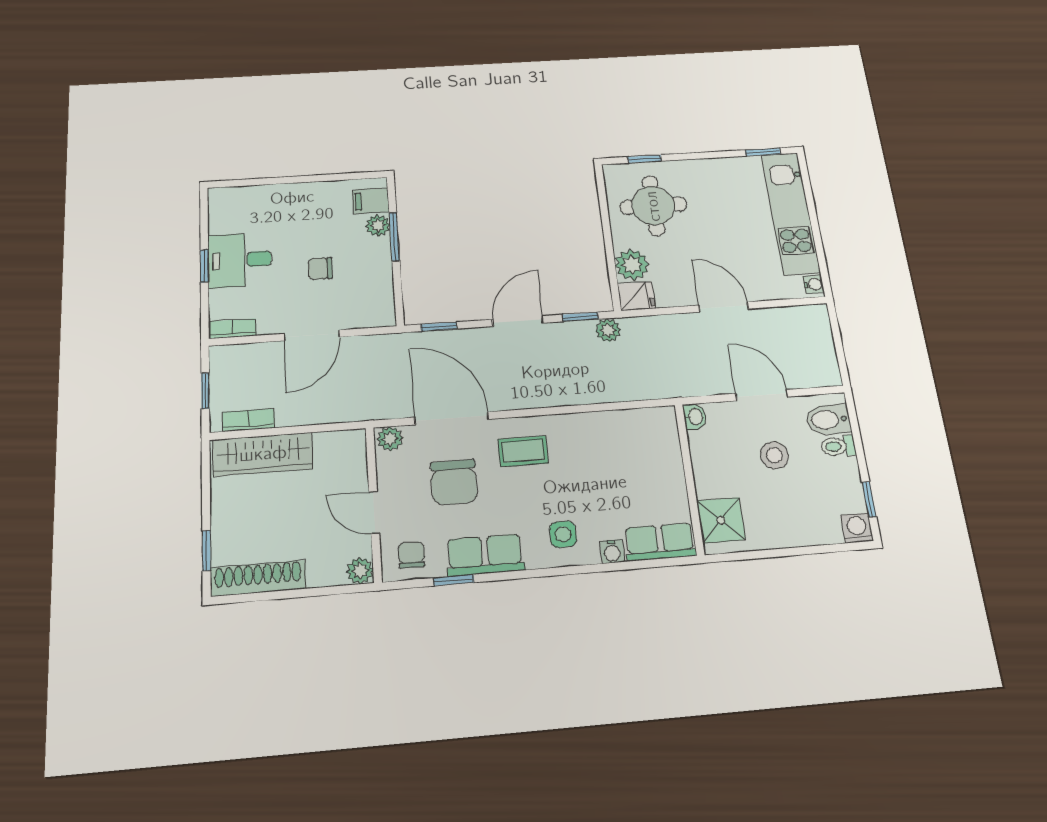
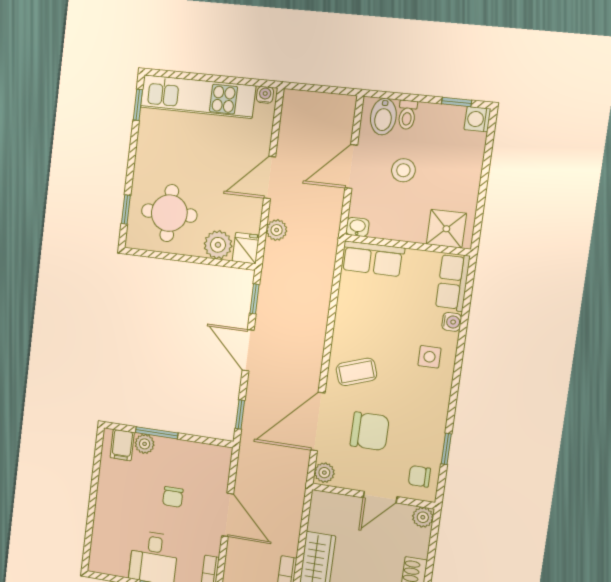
plant: (608, 330) -> (277, 230), moved
coffee table: (523, 451) -> (356, 372), turned 71
row of seats: (485, 555) -> (373, 259), moved, turned -90

